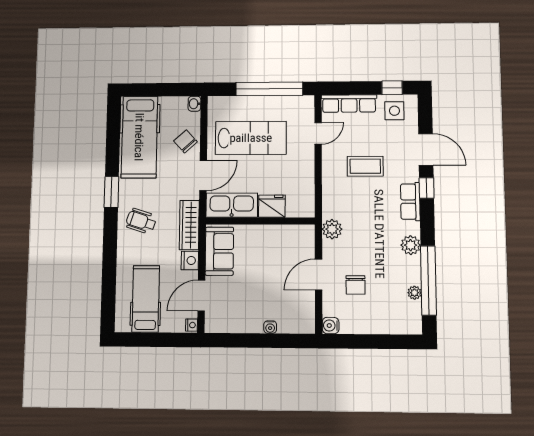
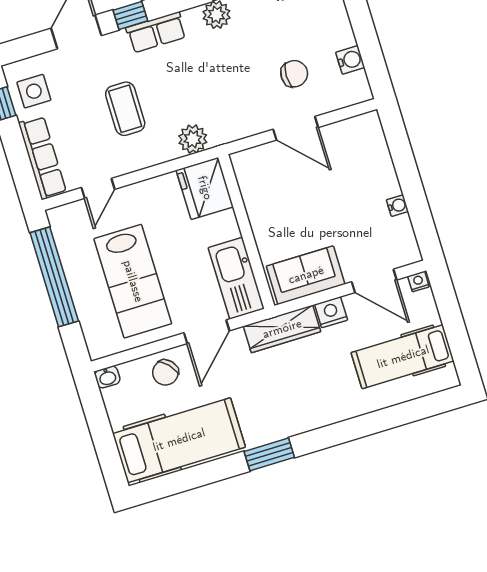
door: (318, 133) -> (98, 188), swing flipped
lab bench: (251, 138) -> (133, 281), turned 180
door: (203, 176) -> (207, 332), swing flipped
fridge: (272, 206) -> (205, 188), moved, width x1.36, depth x1.34
wheelchair: (141, 221) -> (297, 399), removed
plant: (332, 229) -> (193, 139), moved
water cooler: (331, 326) -> (350, 60), moved, turned -90
water cooler: (270, 327) -> (397, 206), moved

